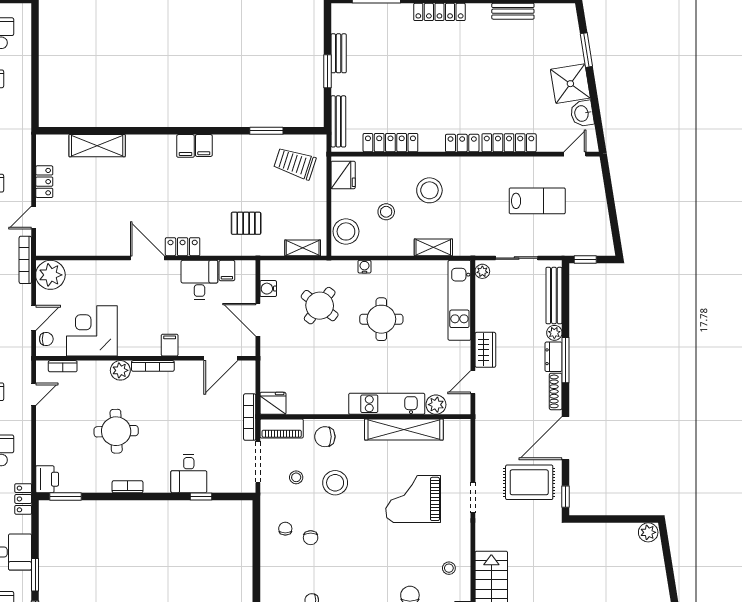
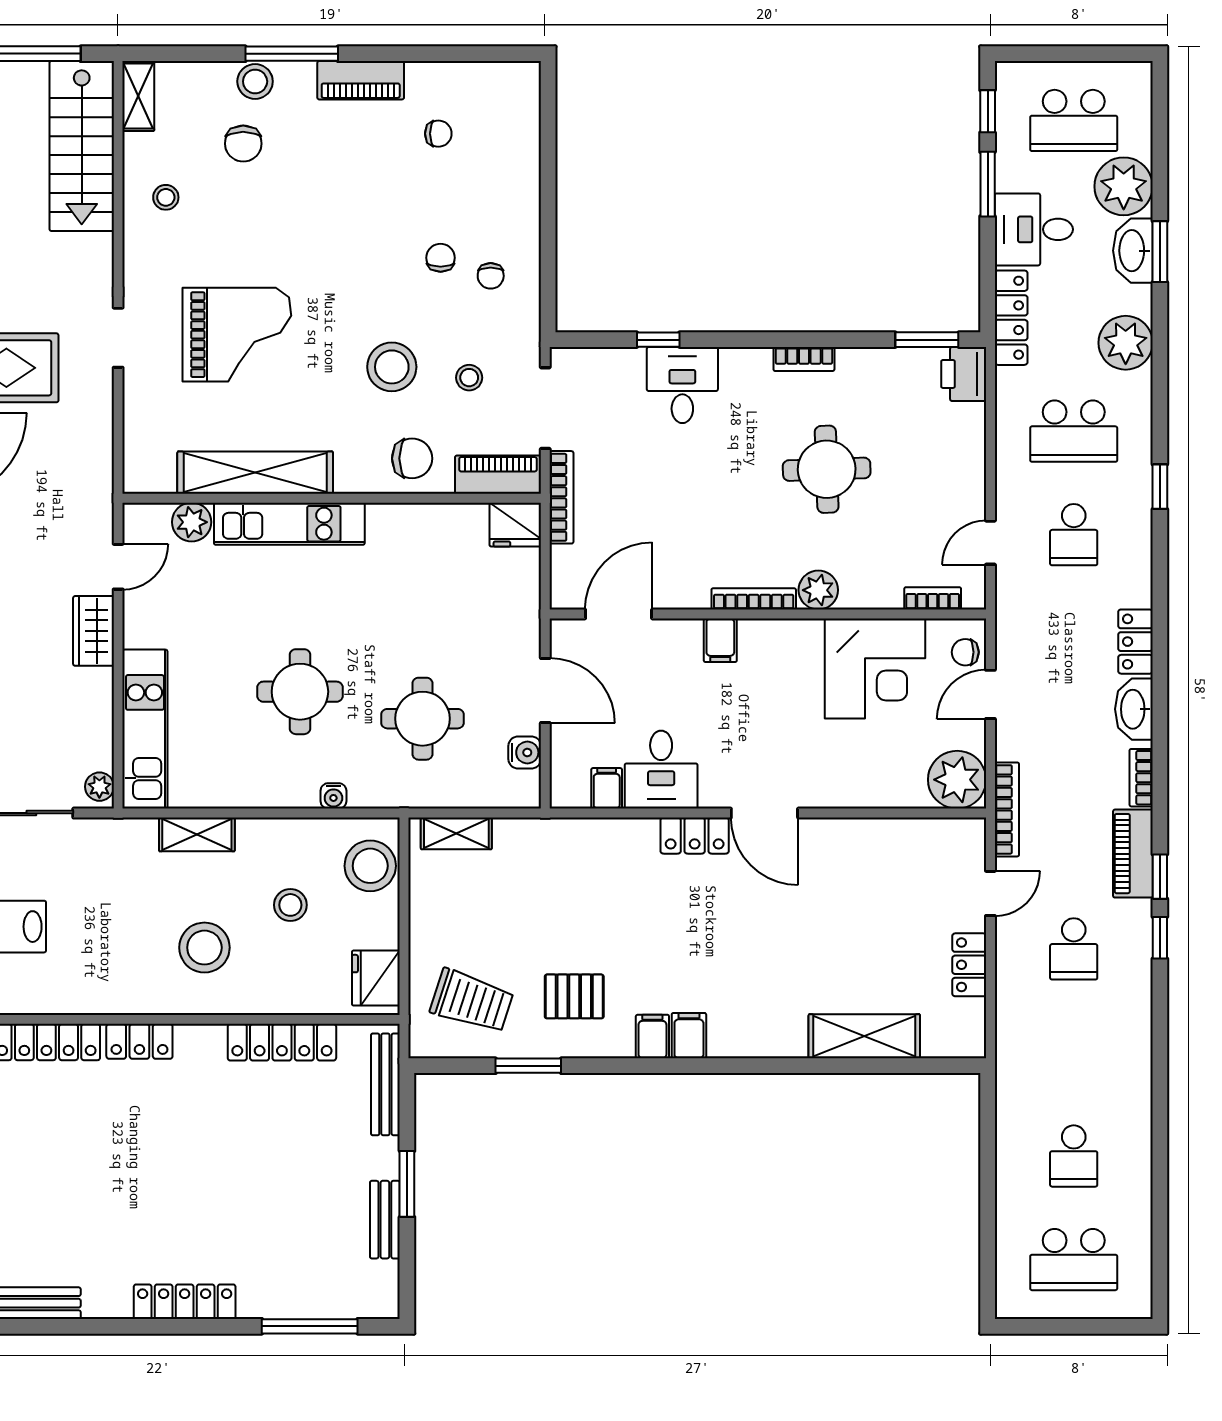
pallet: (246, 223) -> (574, 996), moved
round table: (320, 306) -> (422, 719), turned -37
locker: (23, 499) -> (1011, 318), width x1.53

